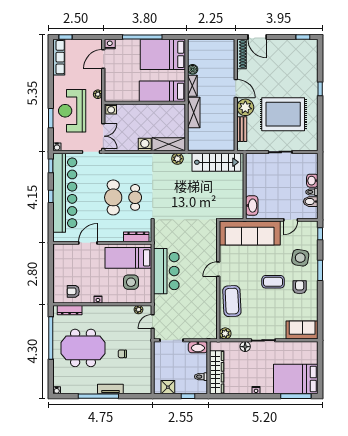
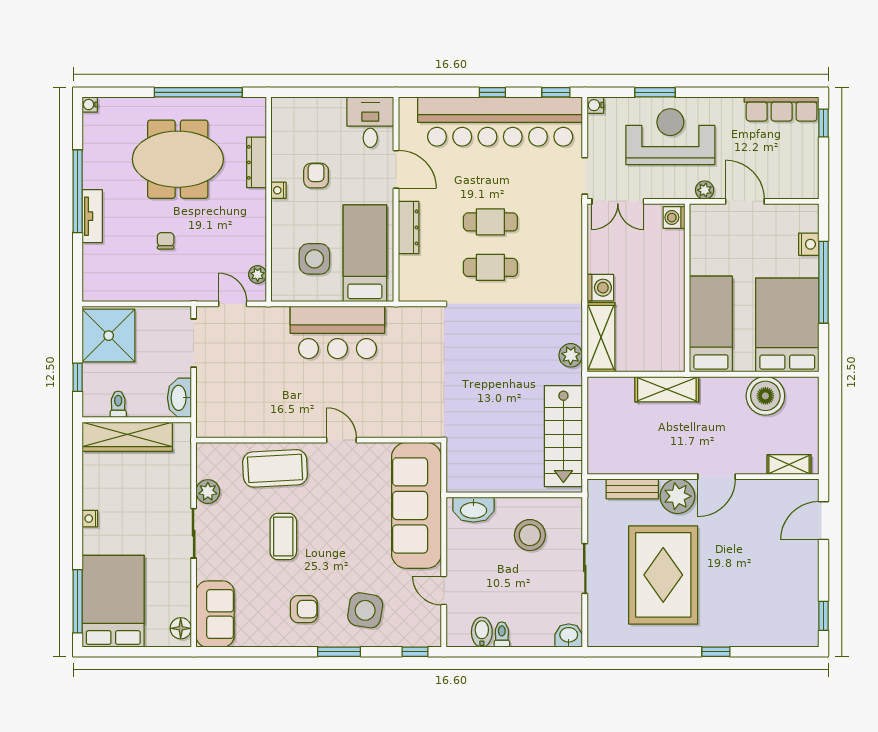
nightstand: (110, 44) -> (809, 244), moved
shoe rack: (242, 54) -> (788, 488), removed
door: (103, 59) -> (745, 201), moved
boiler: (193, 69) -> (765, 396), width x1.86, depth x1.86
shelving: (192, 86) -> (789, 464), moved
stool: (264, 178) -> (530, 535), added
washbasin: (312, 181) -> (569, 635), moved
cafe table: (113, 197) -> (490, 222), width x0.73, depth x0.74
dresser: (136, 237) -> (409, 227), moved
desk: (65, 255) -> (370, 122), added
coffee table: (273, 282) -> (283, 536), moved
armchair: (73, 291) -> (316, 176), moved
dresser: (70, 310) -> (257, 162), moved
plant: (225, 333) -> (208, 492), moved
floor lamp: (245, 347) -> (181, 628), moved
meeting table: (83, 348) -> (178, 159), turned 90
shower: (168, 387) -> (109, 336), width x1.86, depth x1.86

